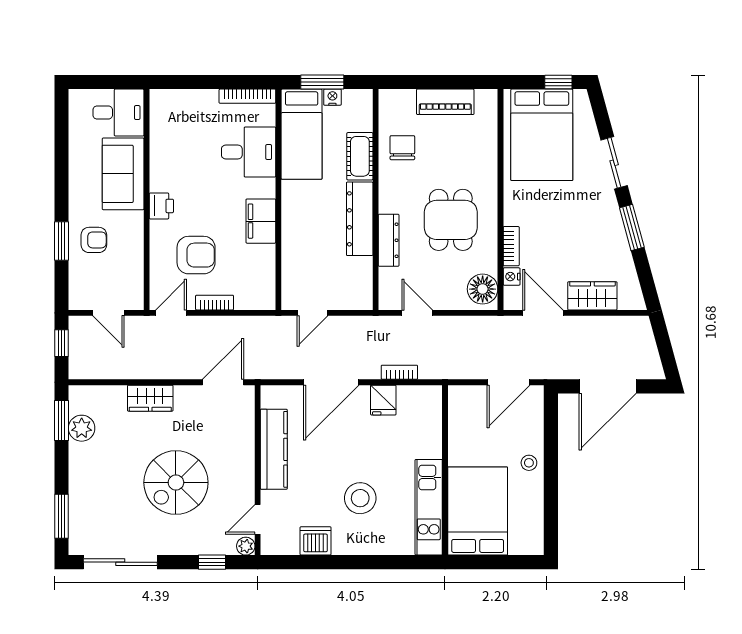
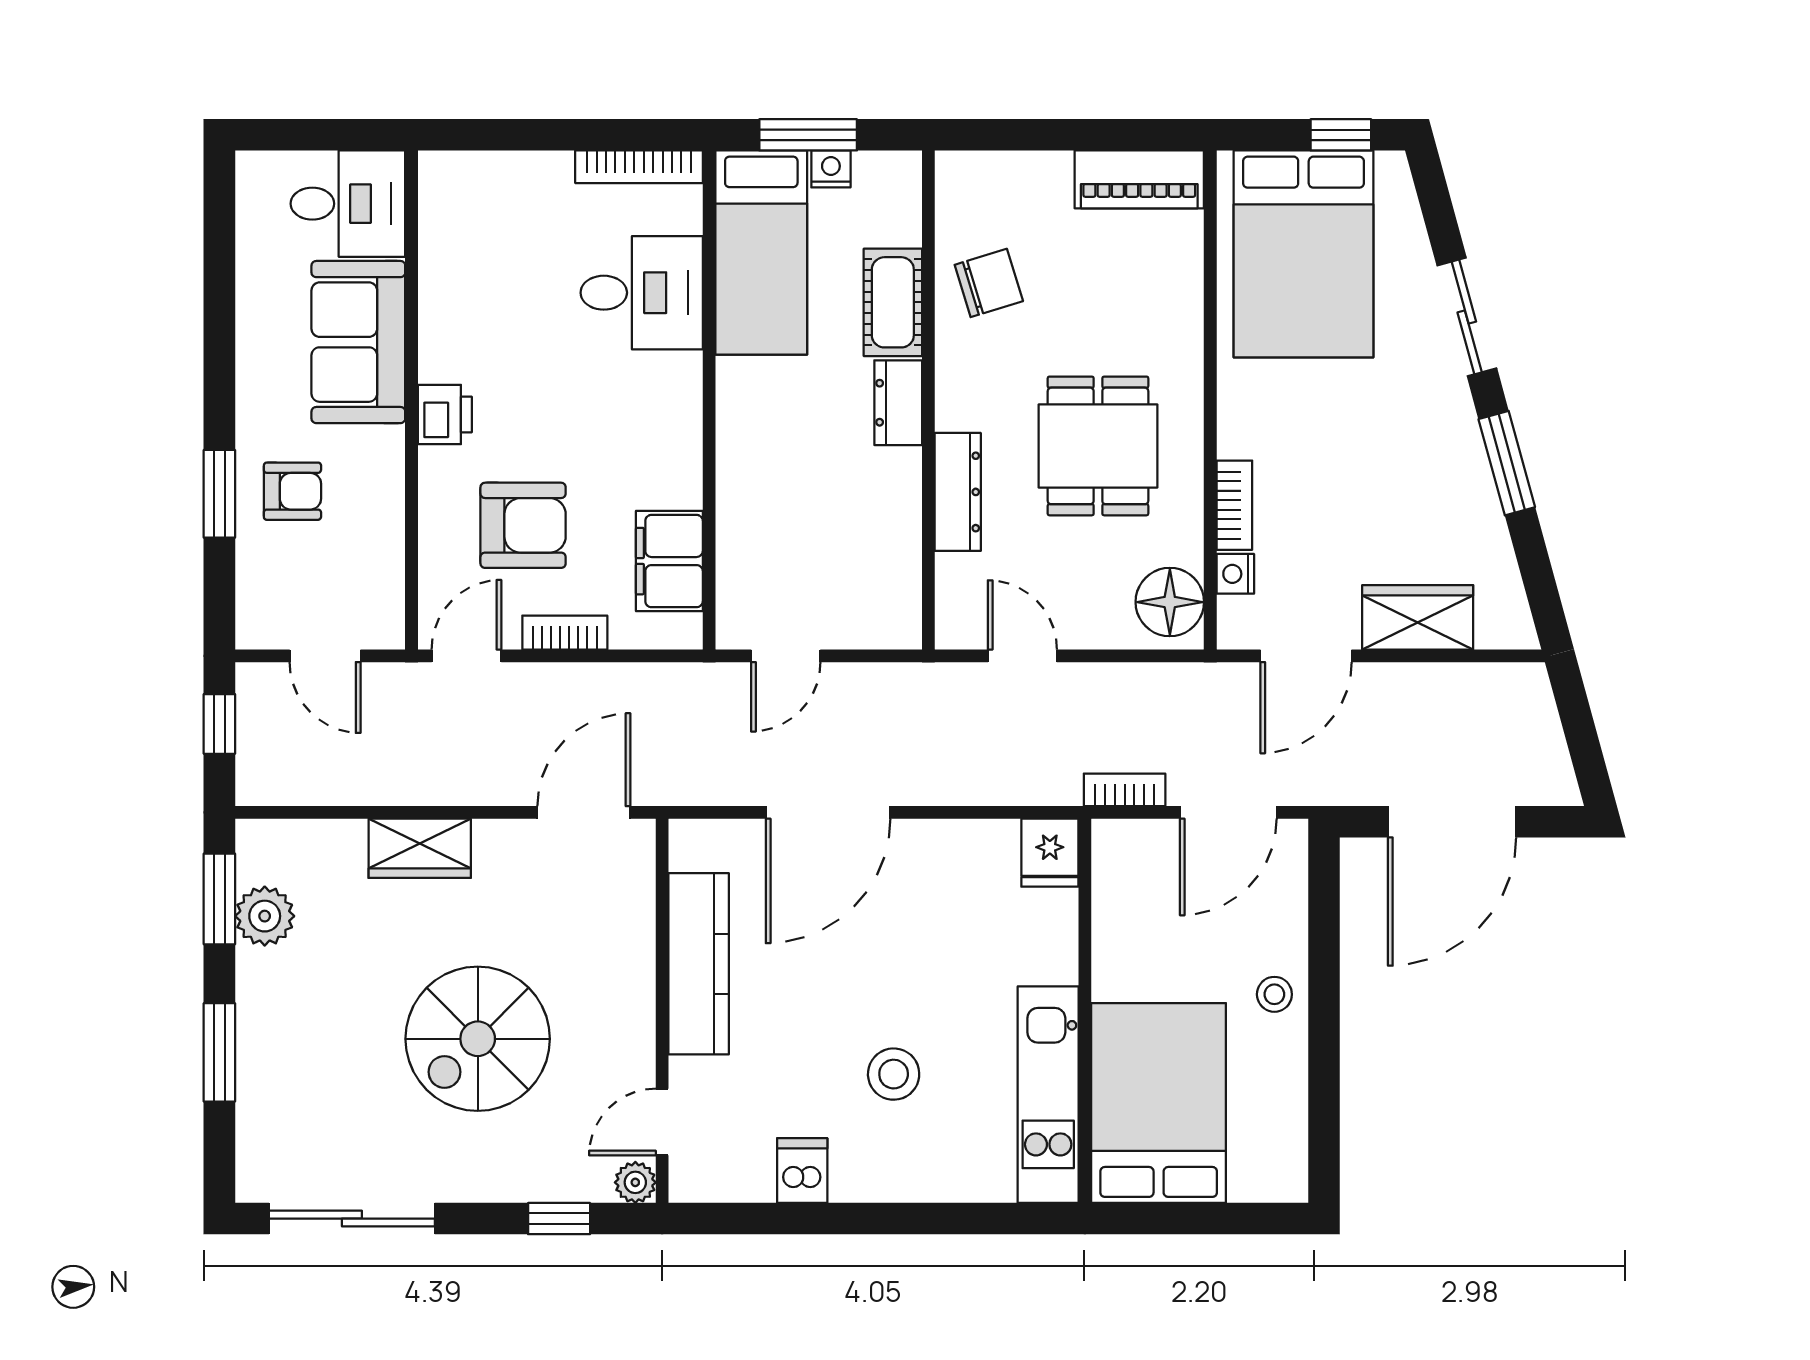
piano: (445, 102) -> (1139, 179), moved
chair: (402, 148) -> (989, 283), turned 73
dresser: (360, 219) -> (898, 403), width x0.51, depth x0.80
filing cabinet: (261, 221) -> (669, 561), moved
door: (543, 313) -> (1306, 656), swing flipped
bookcase: (399, 372) -> (1125, 790), moved
fridge: (383, 400) -> (1050, 853), moved
stool: (360, 498) -> (894, 1074), width x0.73, depth x0.73
window: (62, 516) -> (219, 1052), moved
dishwasher: (316, 541) -> (802, 1171), width x0.73

